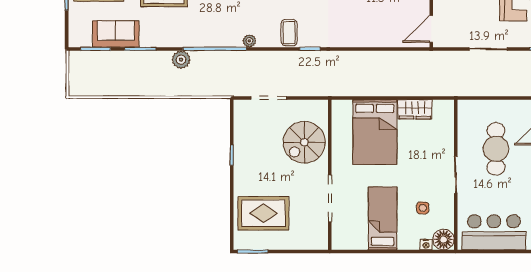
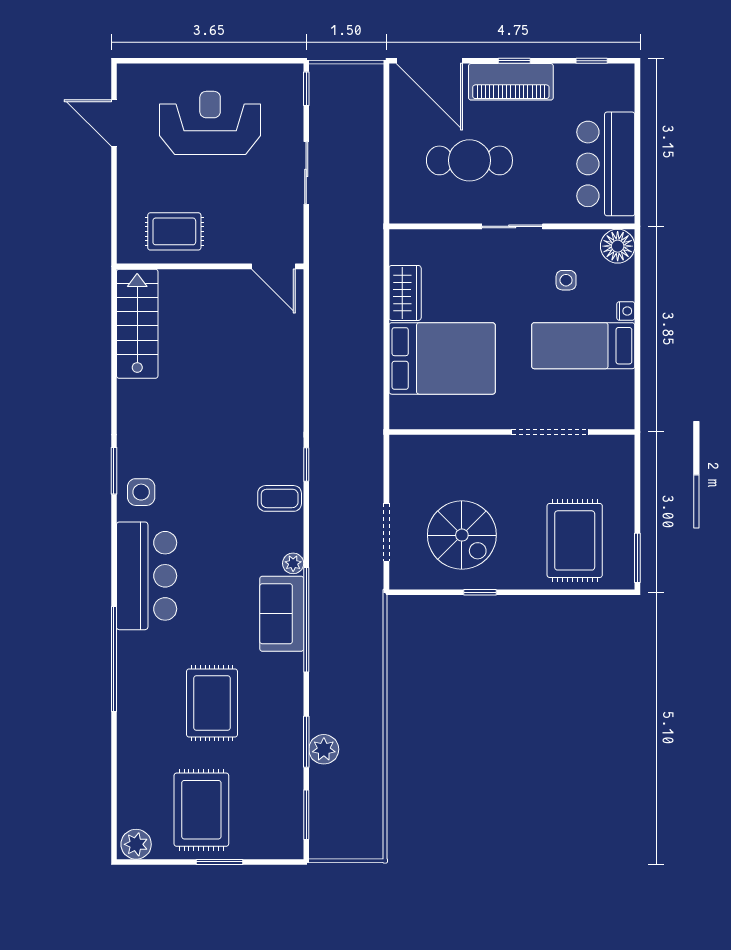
sofa: (116, 34) -> (282, 614), moved
plant: (181, 60) -> (324, 749), moved
spiral stairs: (304, 142) -> (462, 535), moved
nightstand: (426, 245) -> (626, 311), moved

